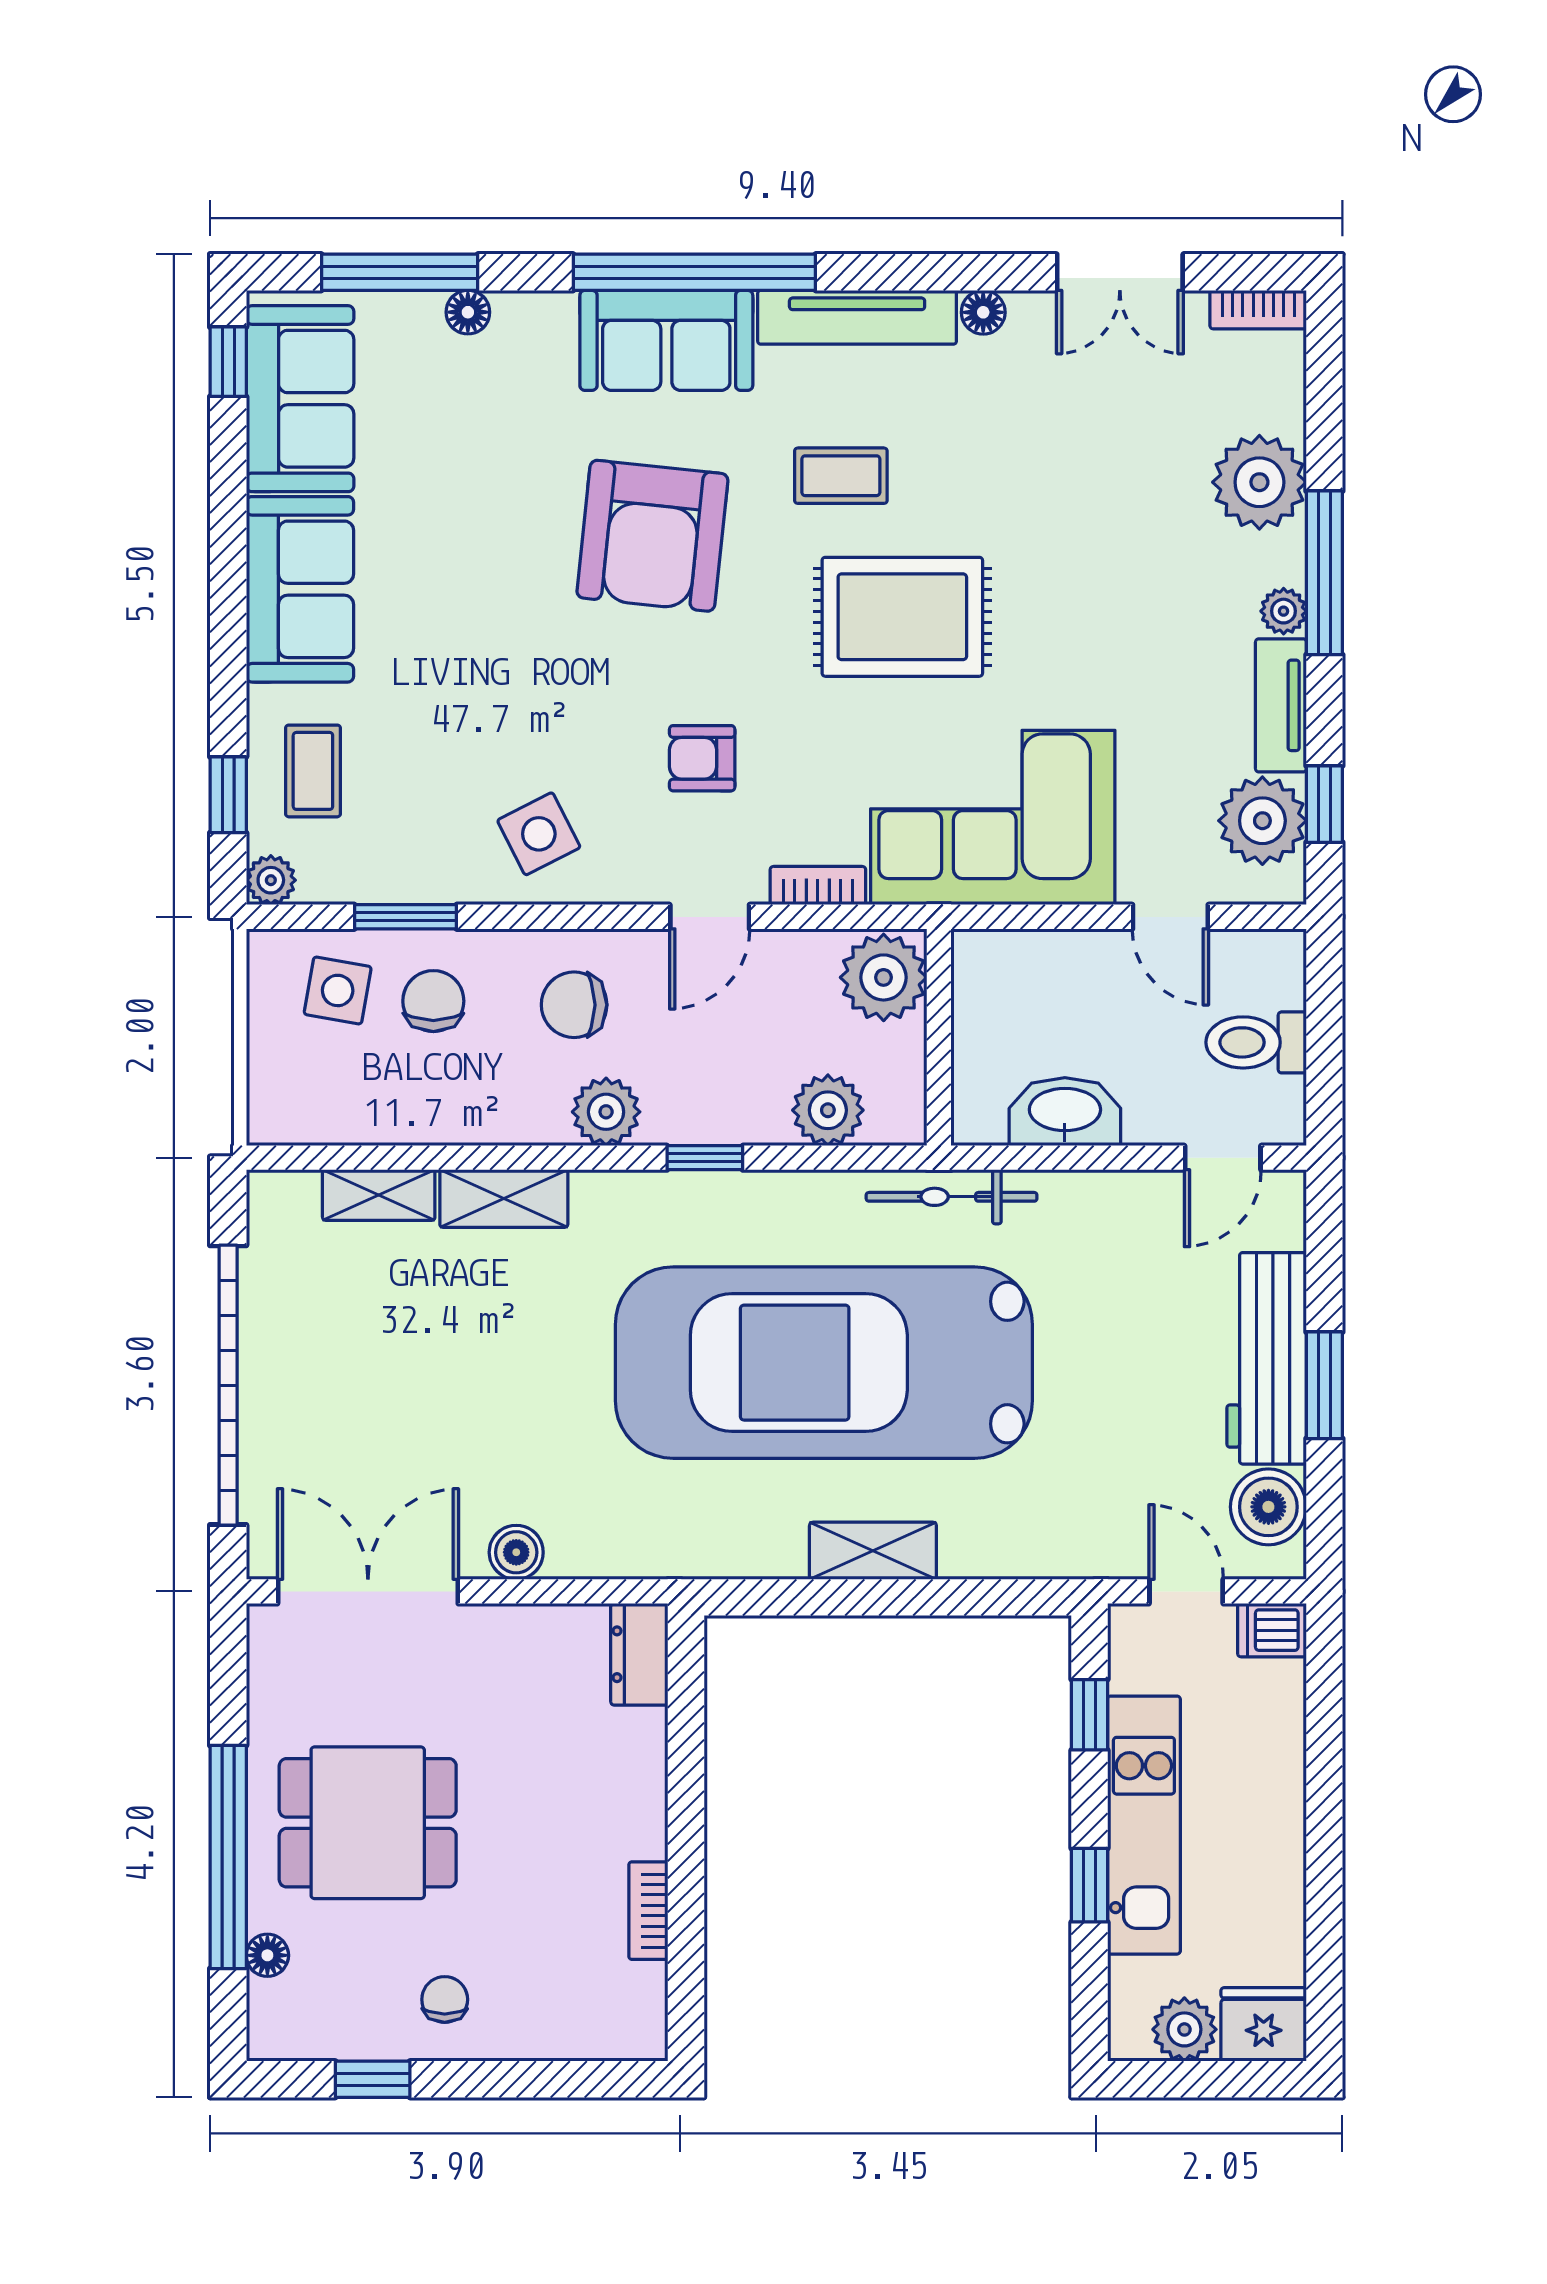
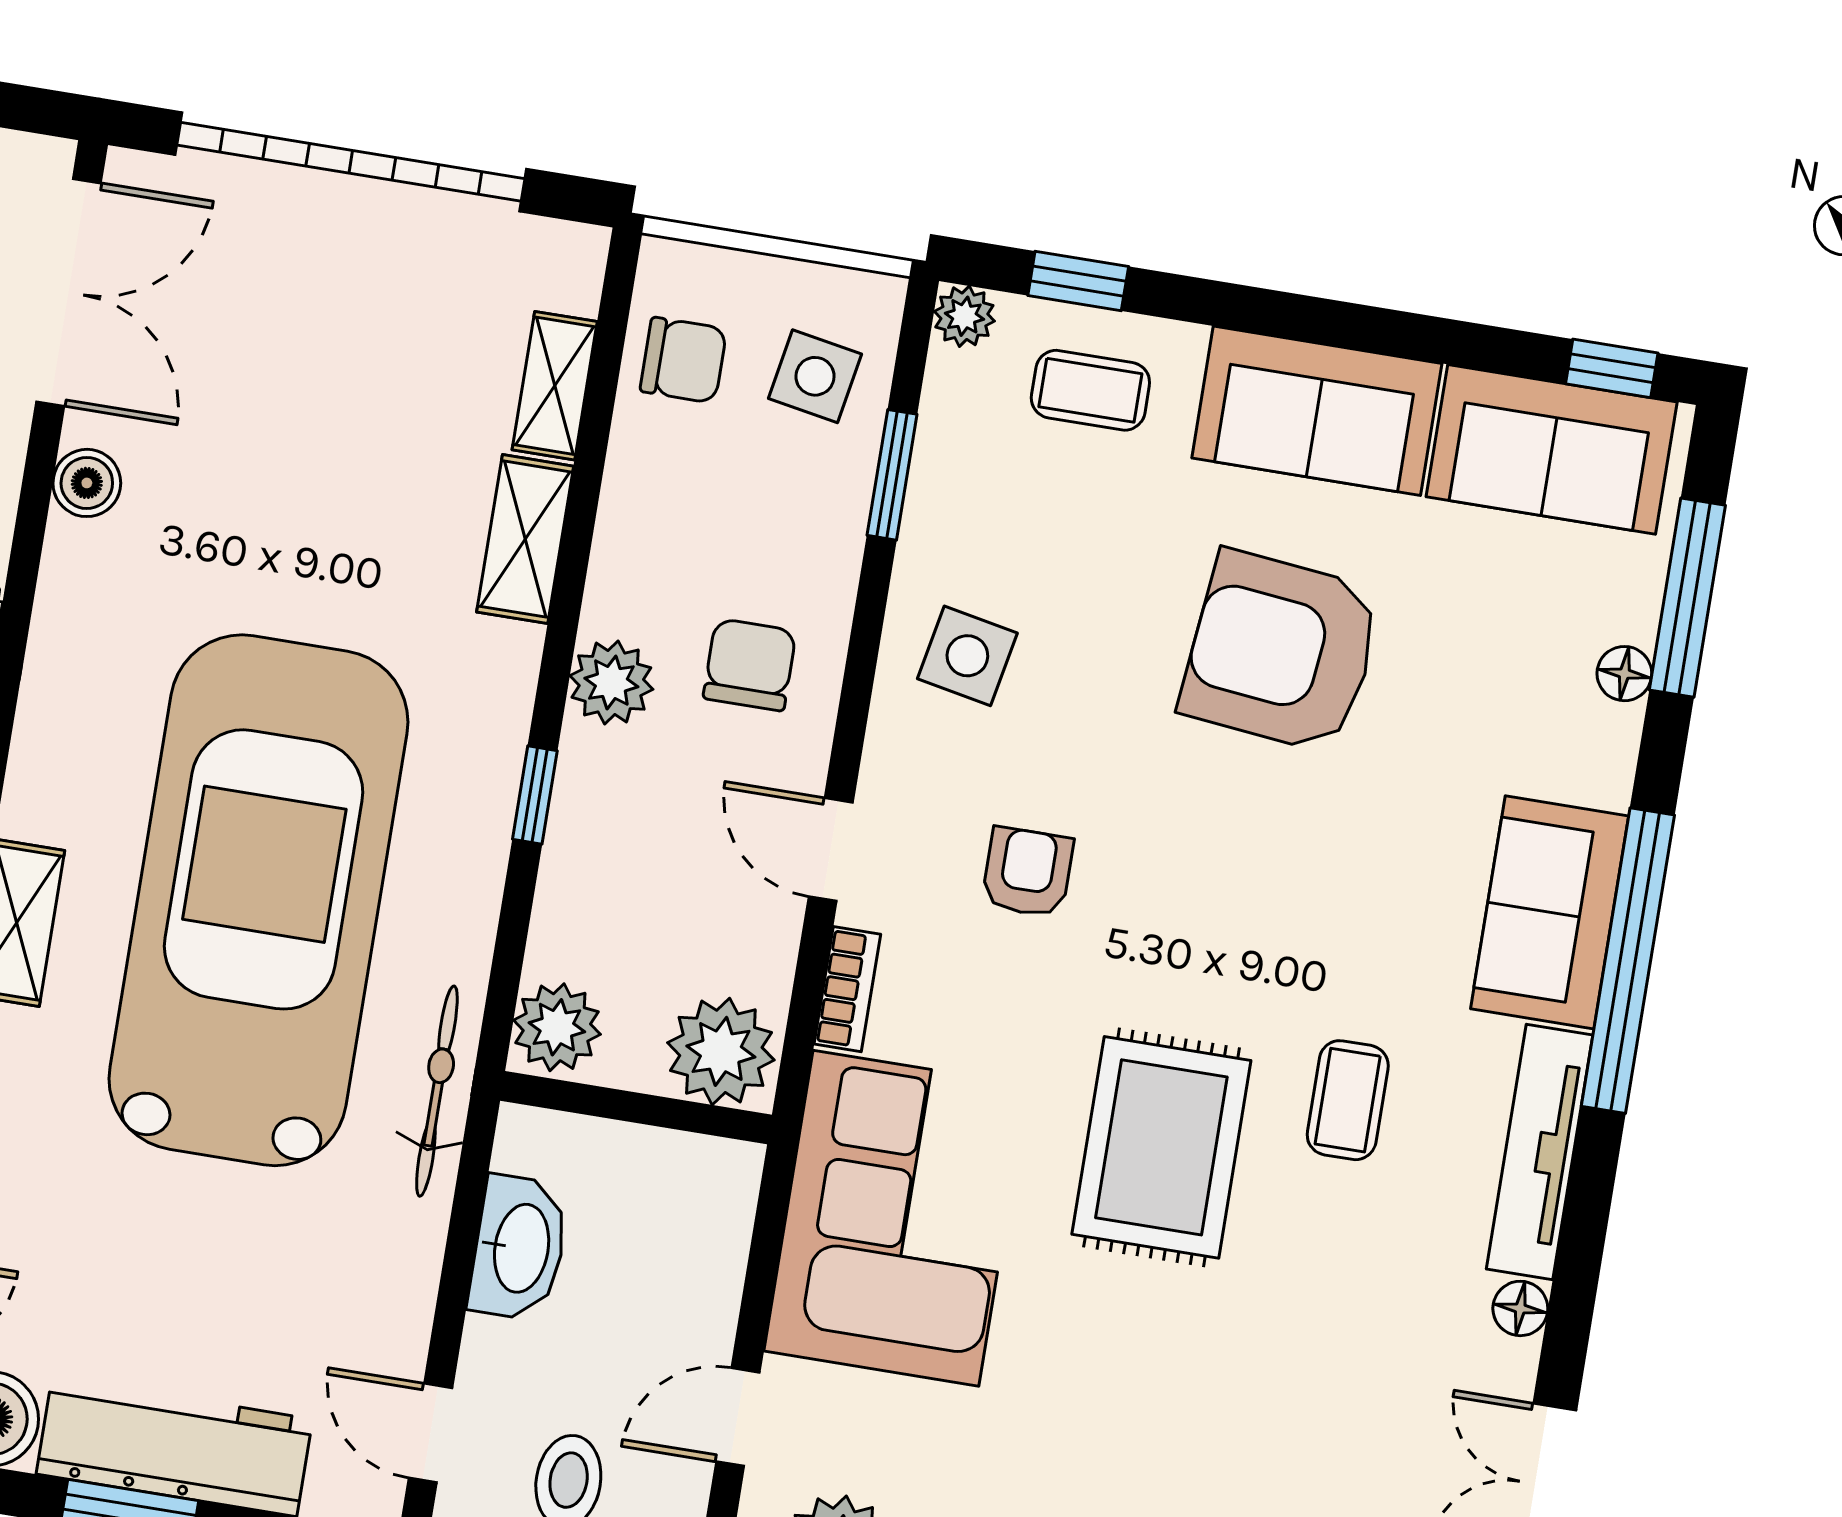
armchair: (652, 536) -> (1281, 652), moved
side table: (539, 834) -> (967, 656), turned 38
chair: (433, 1001) -> (683, 360), moved
plant: (828, 1110) -> (557, 1027), moved

